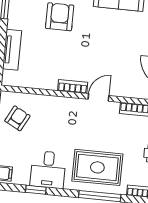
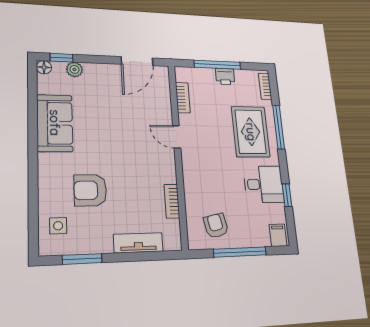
bookcase: (73, 86) -> (172, 201), moved
armchair: (17, 118) -> (216, 226), turned 50

